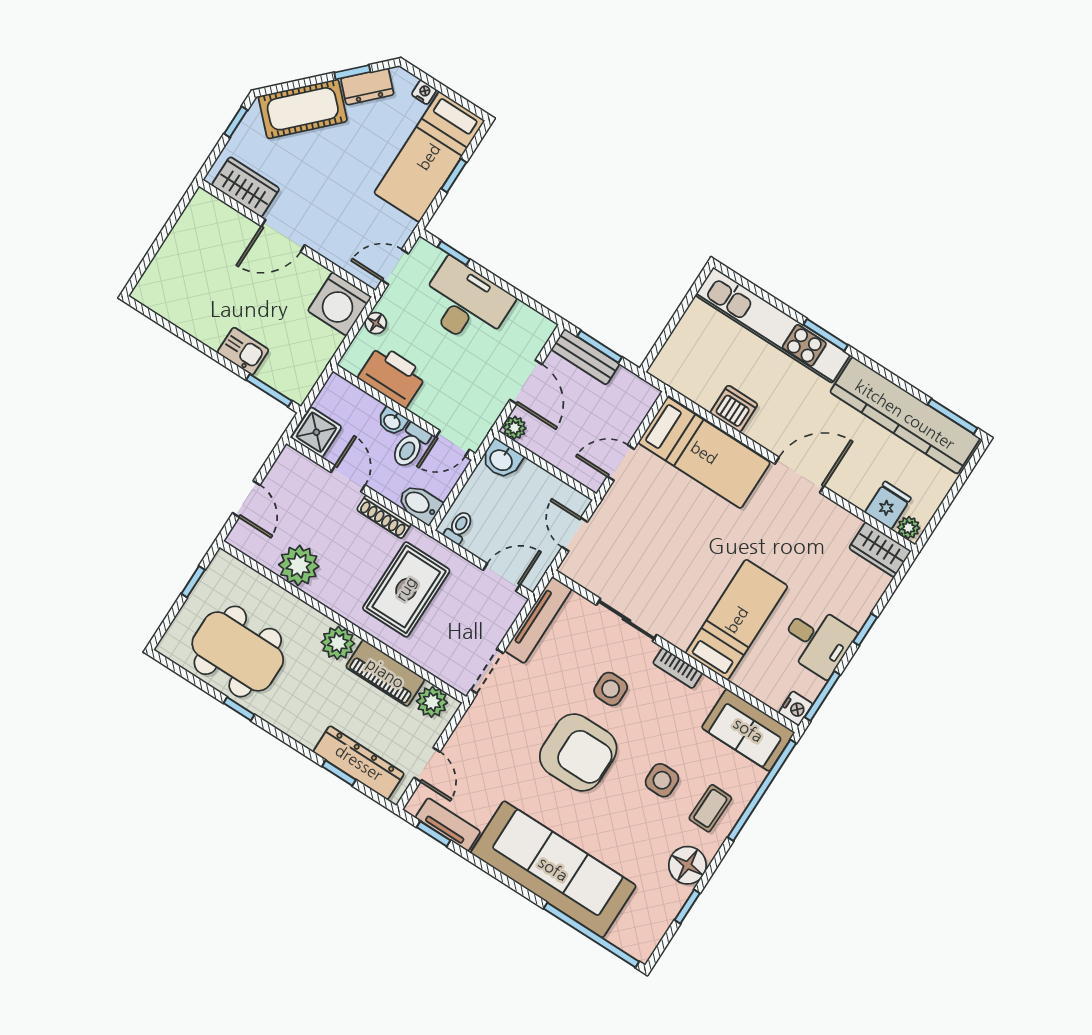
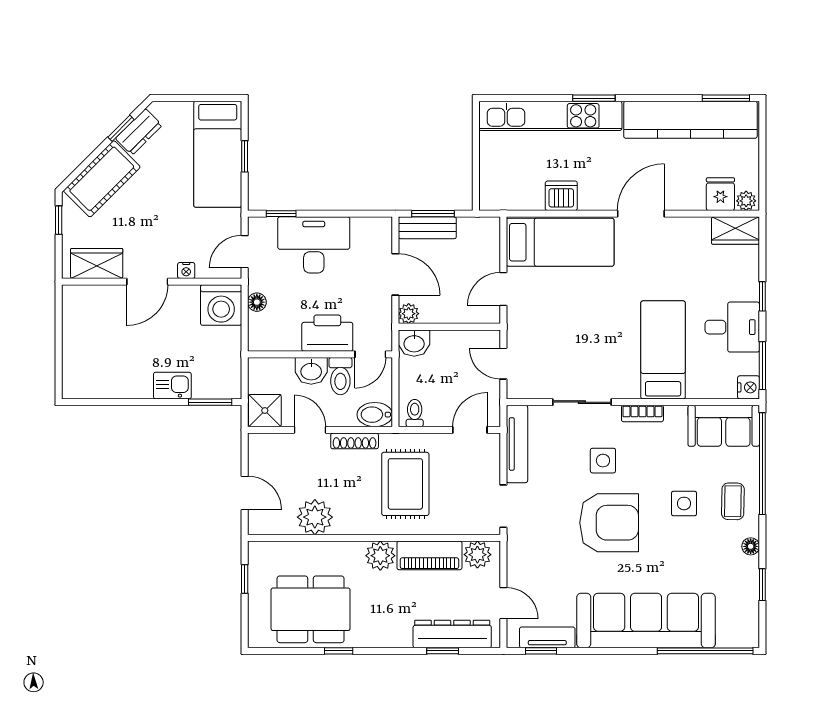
nightstand: (424, 92) -> (186, 270), moved, turned 180
printer: (392, 376) -> (327, 333), moved
washbasin: (392, 421) -> (311, 371), width x1.38, depth x1.45
floor lamp: (687, 865) -> (751, 546), width x0.53, depth x0.53

